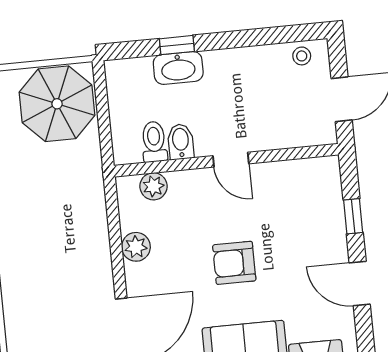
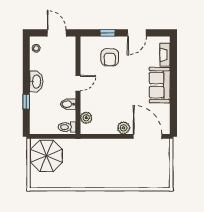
washbasin: (178, 68) -> (36, 82), moved
toilet: (154, 142) -> (67, 127), moved
plant: (136, 247) -> (124, 128), moved
armchair: (234, 263) -> (110, 57), moved

